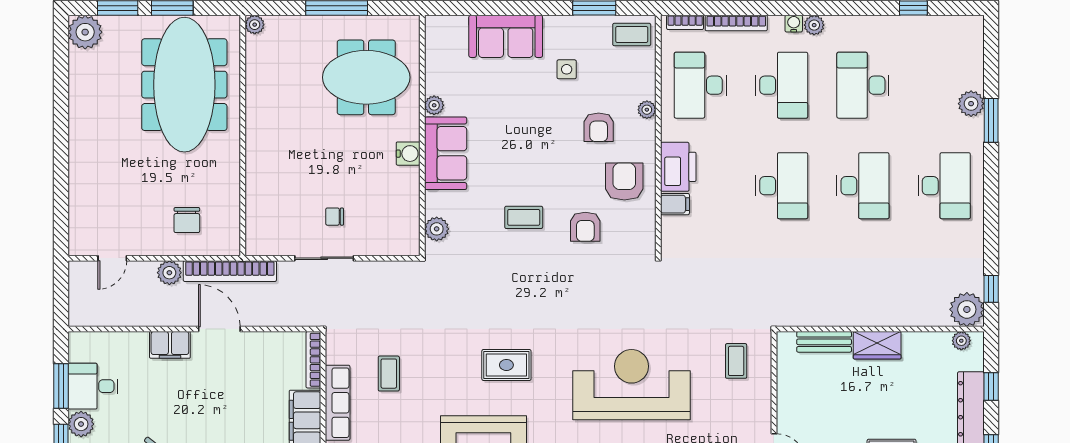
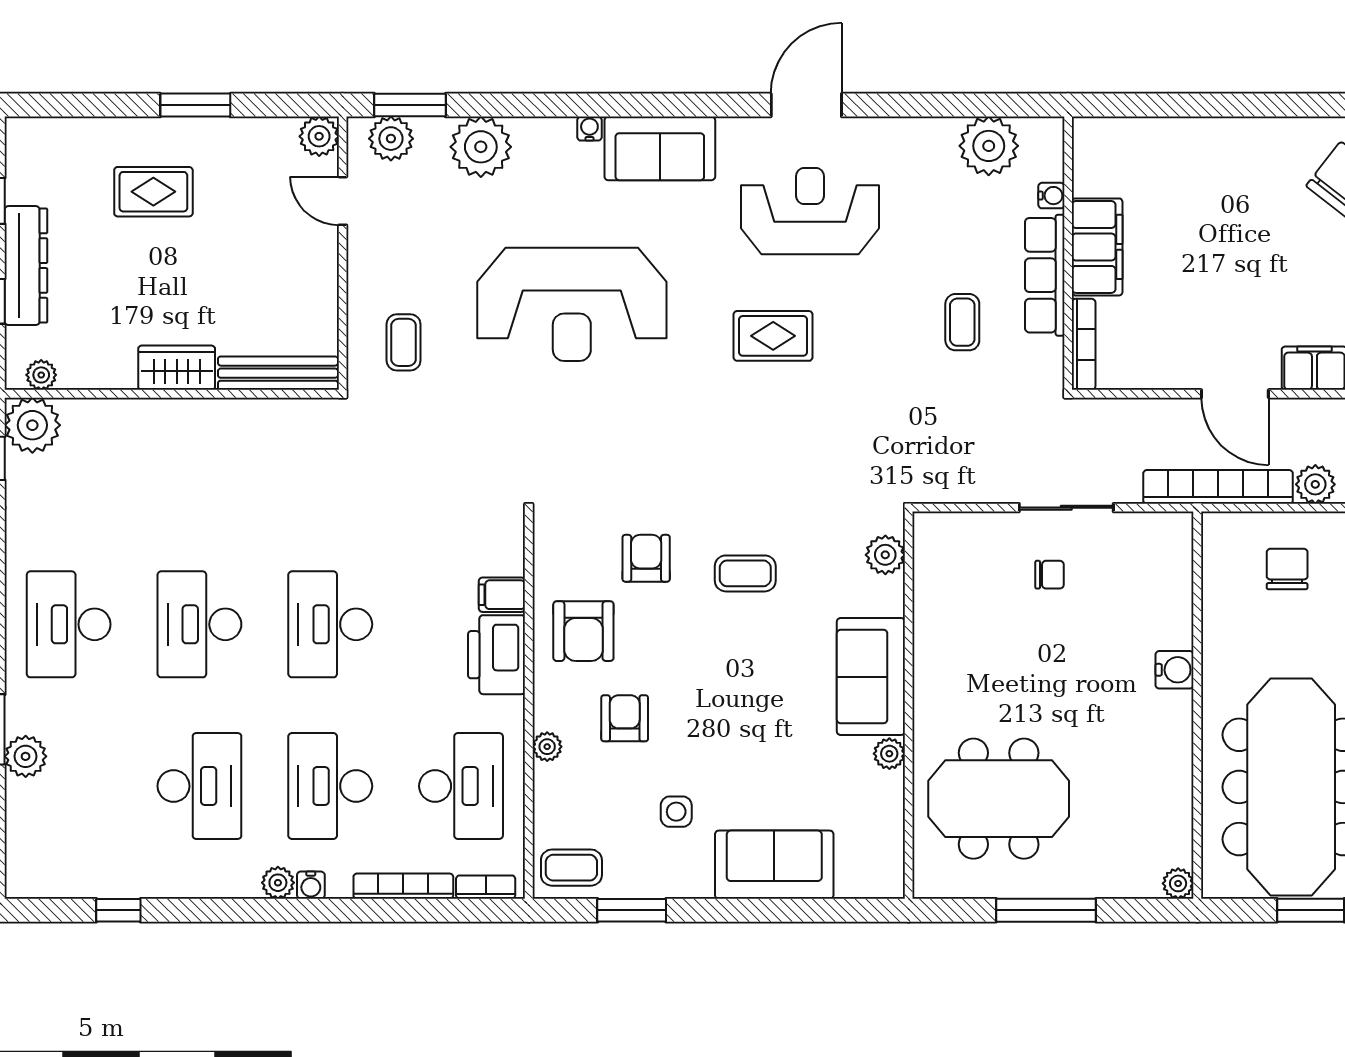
water cooler: (408, 154) -> (1175, 670), moved, turned 180
bench: (824, 342) -> (278, 373), width x1.36

